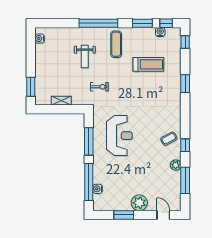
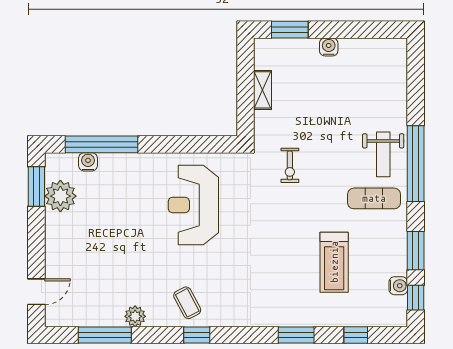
water cooler: (39, 38) -> (329, 47), moved
window: (185, 42) -> (356, 335), moved
weight bench: (85, 56) -> (383, 154), moved, turned -90
reception desk: (119, 136) -> (193, 205), turned 90
window: (89, 141) -> (182, 144), removed
window: (185, 145) -> (197, 335), moved
plant: (139, 203) -> (60, 196), moved
window: (124, 215) -> (36, 187), moved

